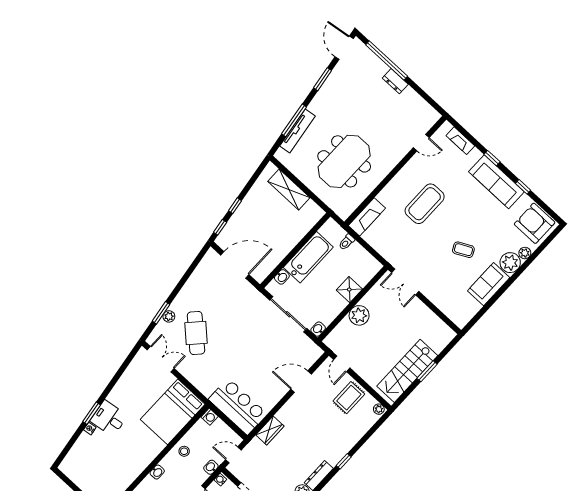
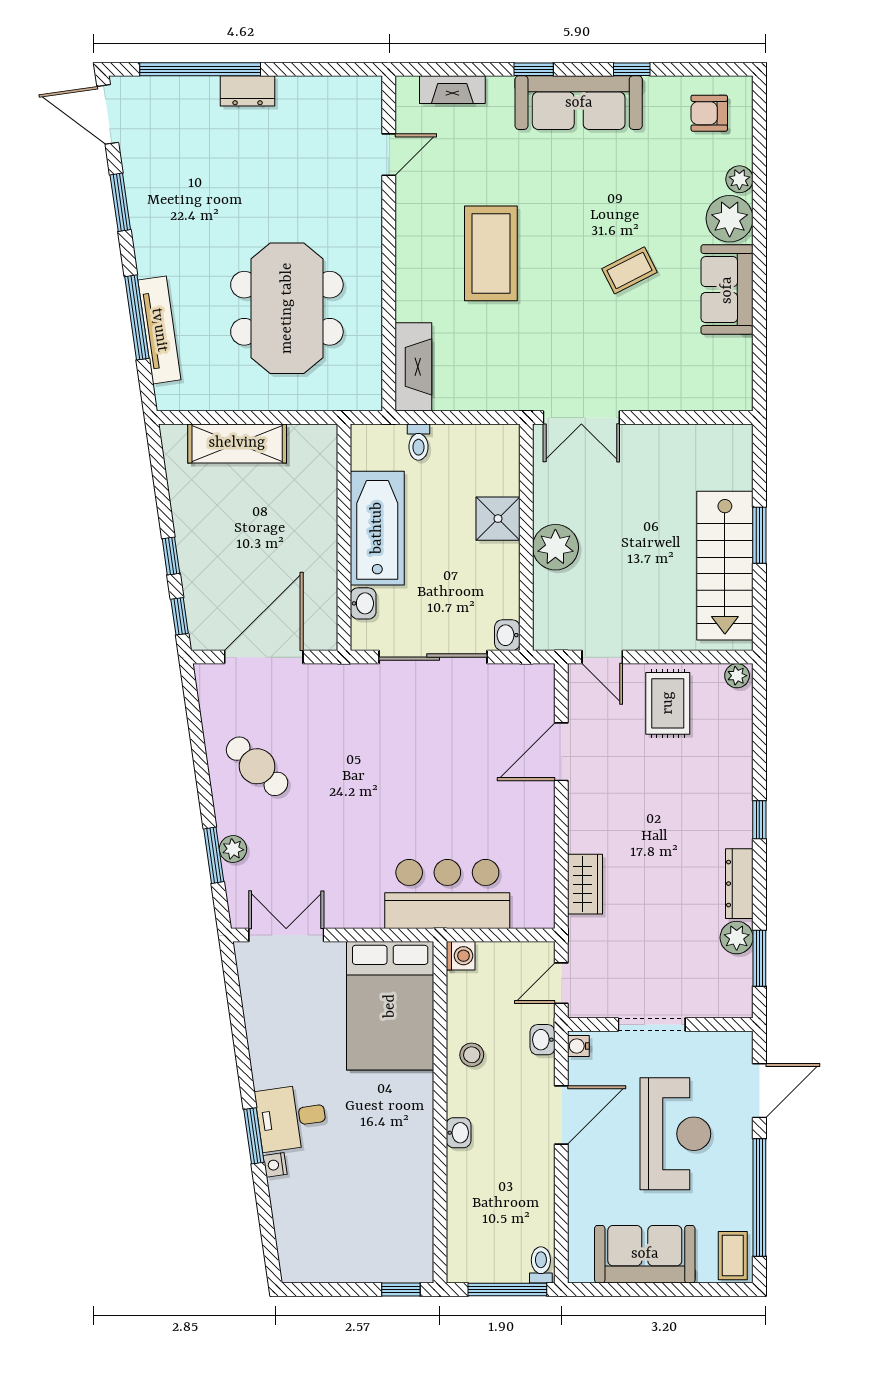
armchair: (535, 223) -> (709, 113), width x0.53, depth x0.53
cafe table: (196, 333) -> (257, 766), moved, width x0.73, depth x0.74
bar counter: (238, 407) -> (447, 894), moved

